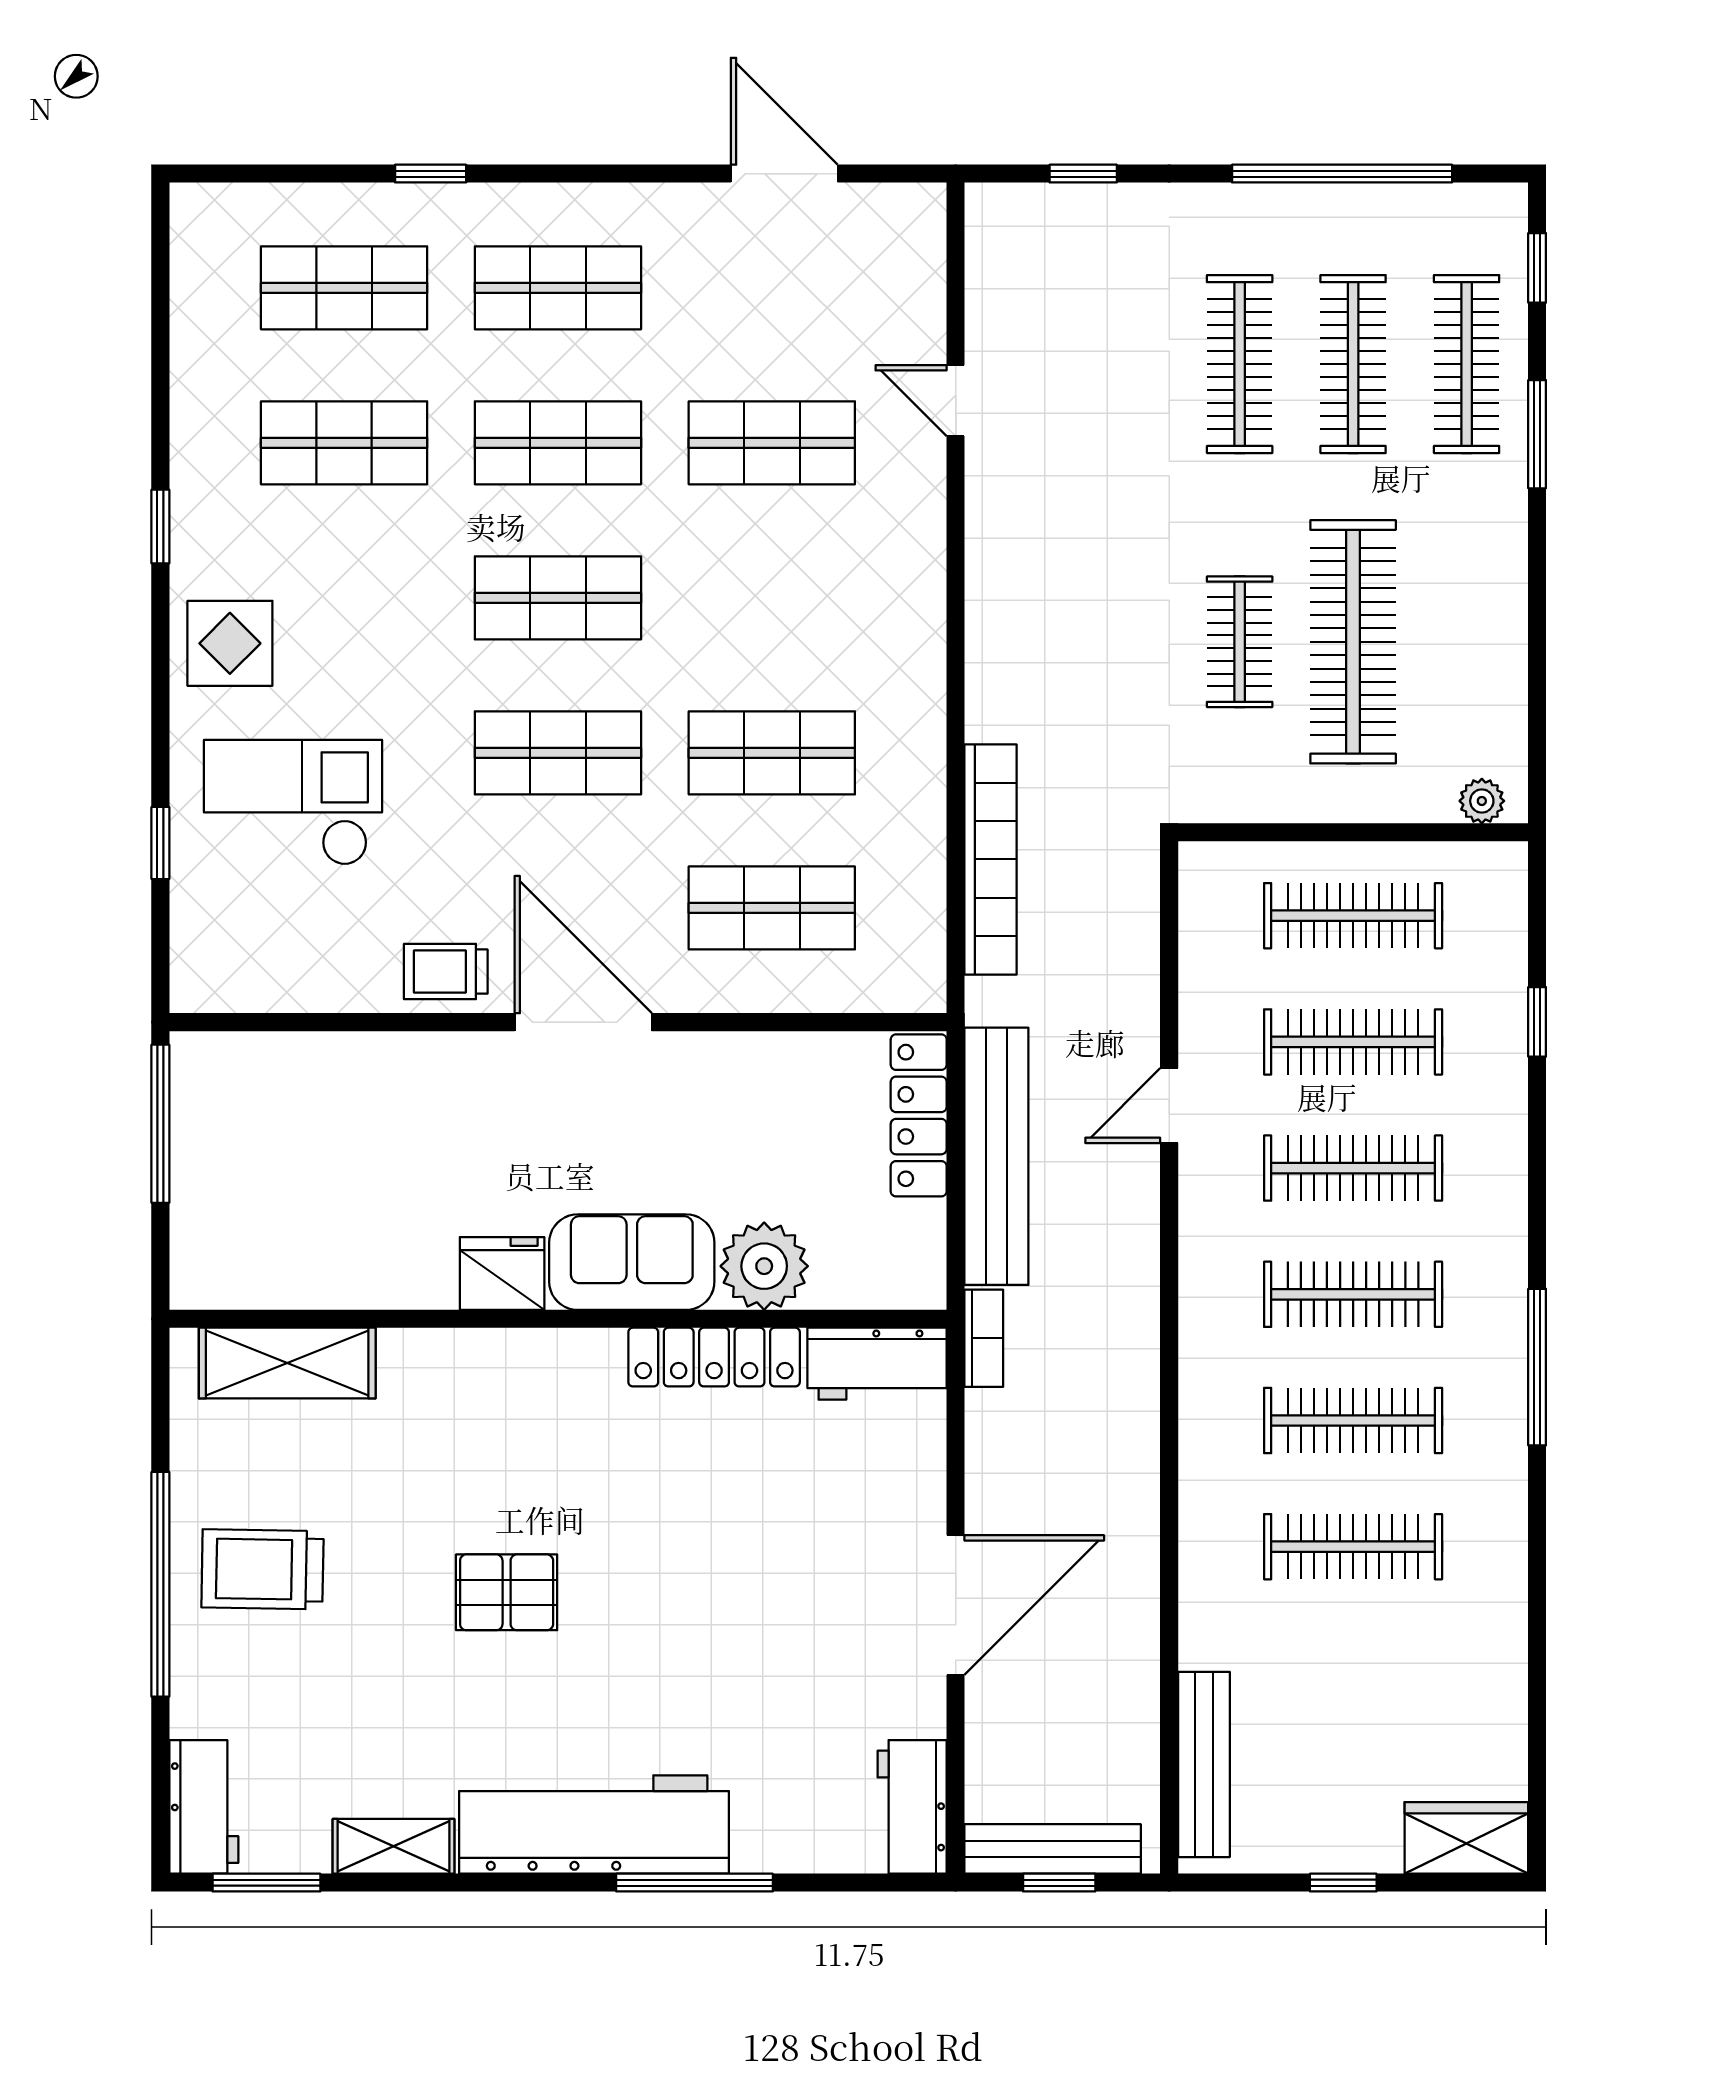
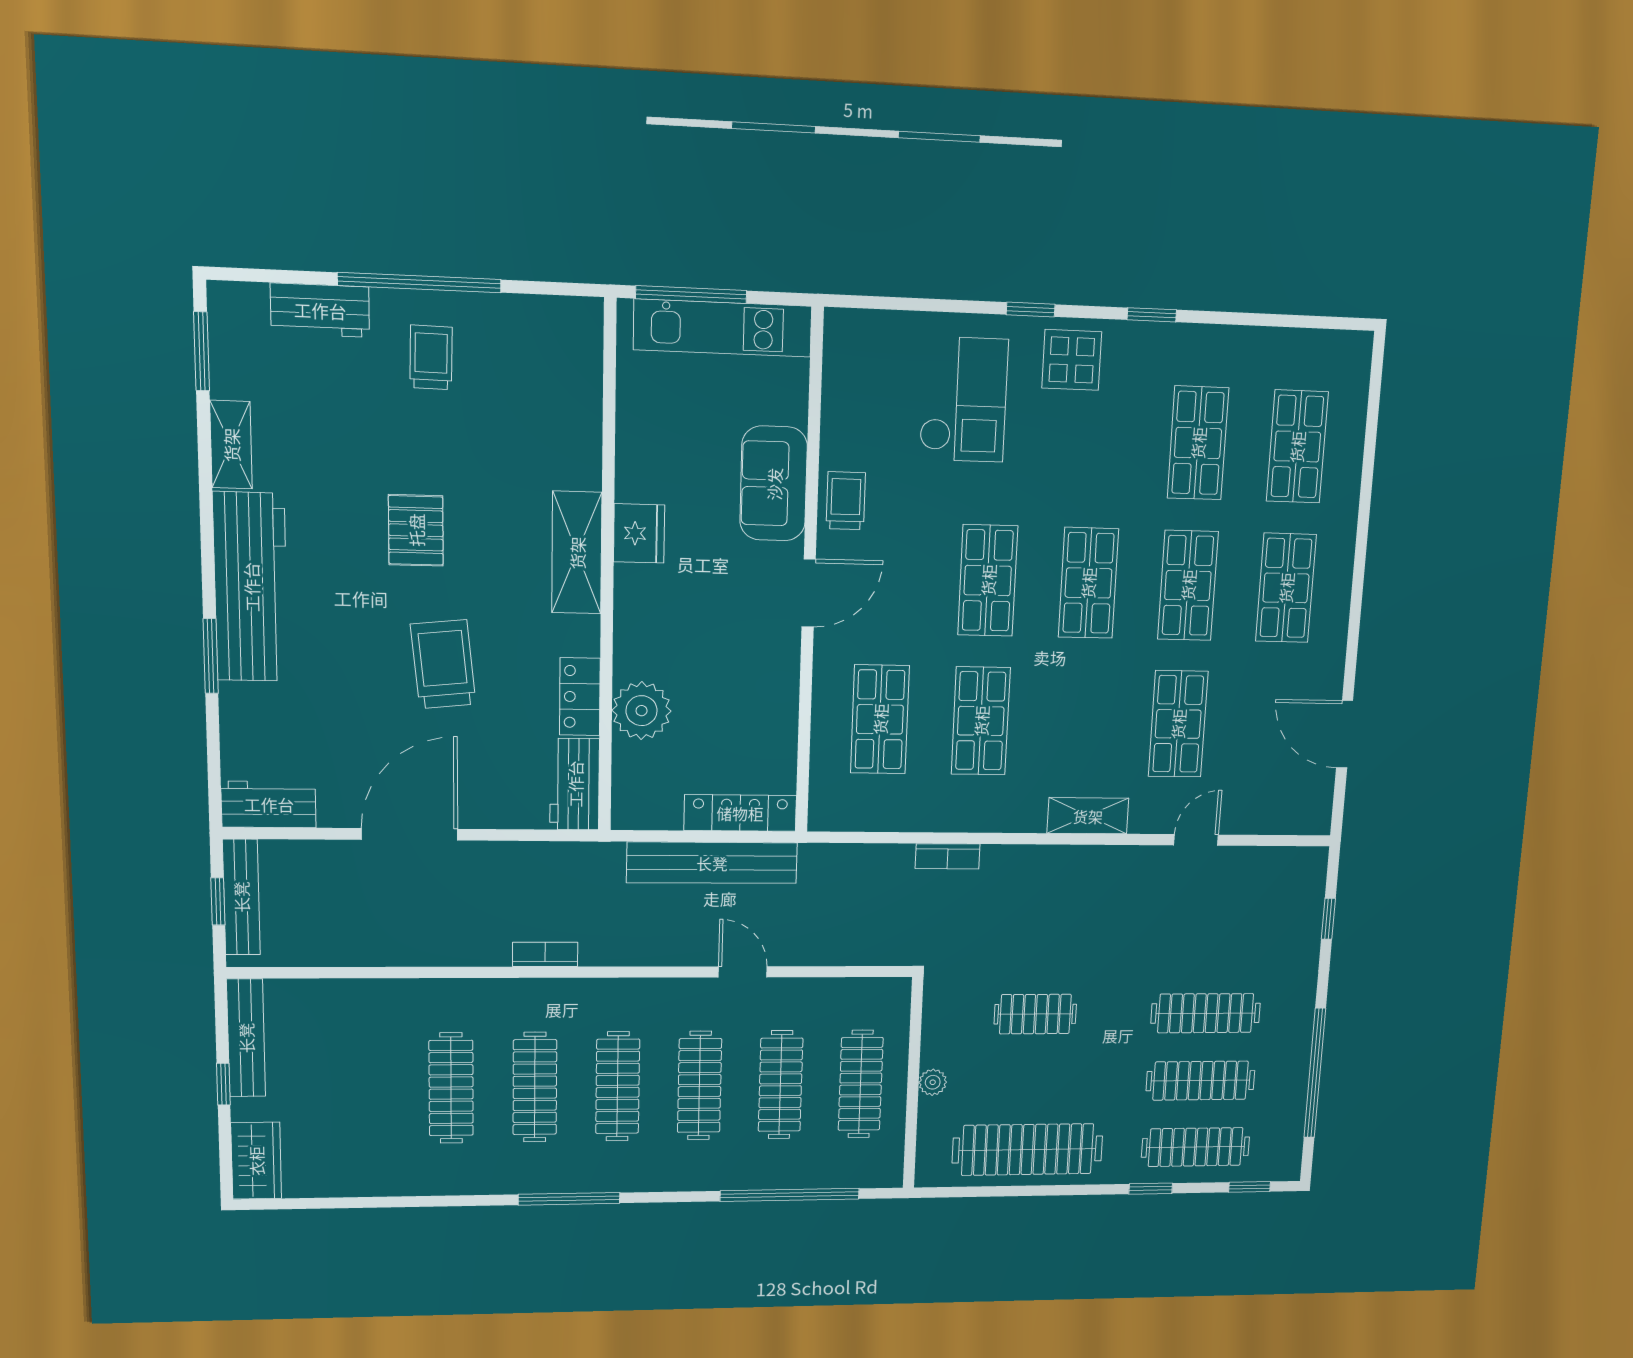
window: (431, 174) -> (1365, 506), removed
door: (784, 174) -> (1345, 734), swing flipped
window: (1537, 434) -> (1151, 1189), width x0.67
shelving: (918, 577) -> (1088, 816), added
clothes rail: (1353, 642) -> (1028, 1150), moved
plant: (1482, 801) -> (933, 1082), moved
window: (160, 843) -> (1031, 310), moved
bookcase: (991, 859) -> (948, 856), width x0.43, depth x0.76
door: (583, 1022) -> (809, 593), width x0.73
window: (1537, 1022) -> (790, 1195), width x3.17
window: (160, 1124) -> (691, 295), moved
kitchen unit: (205, 1158) -> (723, 328), added
sofa: (632, 1262) -> (774, 484), moved, turned 180
bookcase: (984, 1338) -> (545, 954), moved, turned 180
locker: (714, 1357) -> (580, 697), width x0.66
shelving: (287, 1363) -> (577, 553), moved
trolley: (700, 1555) -> (443, 664), added
trolley: (262, 1569) -> (431, 357), width x0.73, depth x0.72
door: (956, 1605) -> (410, 834), swing flipped
bench: (1204, 1764) -> (246, 1038), moved, turned 90
workbench: (204, 1807) -> (320, 310), moved
window: (694, 1883) -> (211, 656), width x0.69

